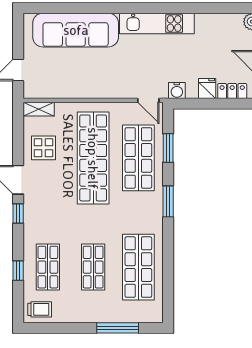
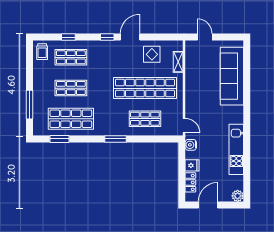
kitchen unit: (157, 24) -> (236, 149), moved
door: (148, 100) -> (184, 126), swing flipped
shelving: (39, 109) -> (178, 62), moved
window: (168, 148) -> (59, 139), moved
shop shelf: (138, 158) -> (145, 119), width x0.70, depth x0.74

